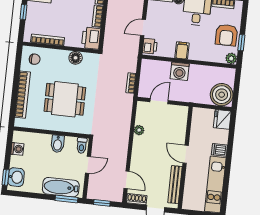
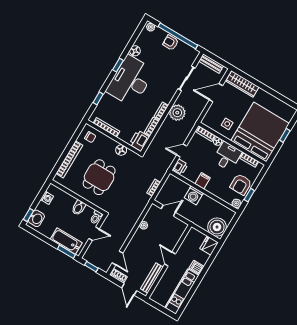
dining table: (65, 99) -> (99, 177), turned 90

